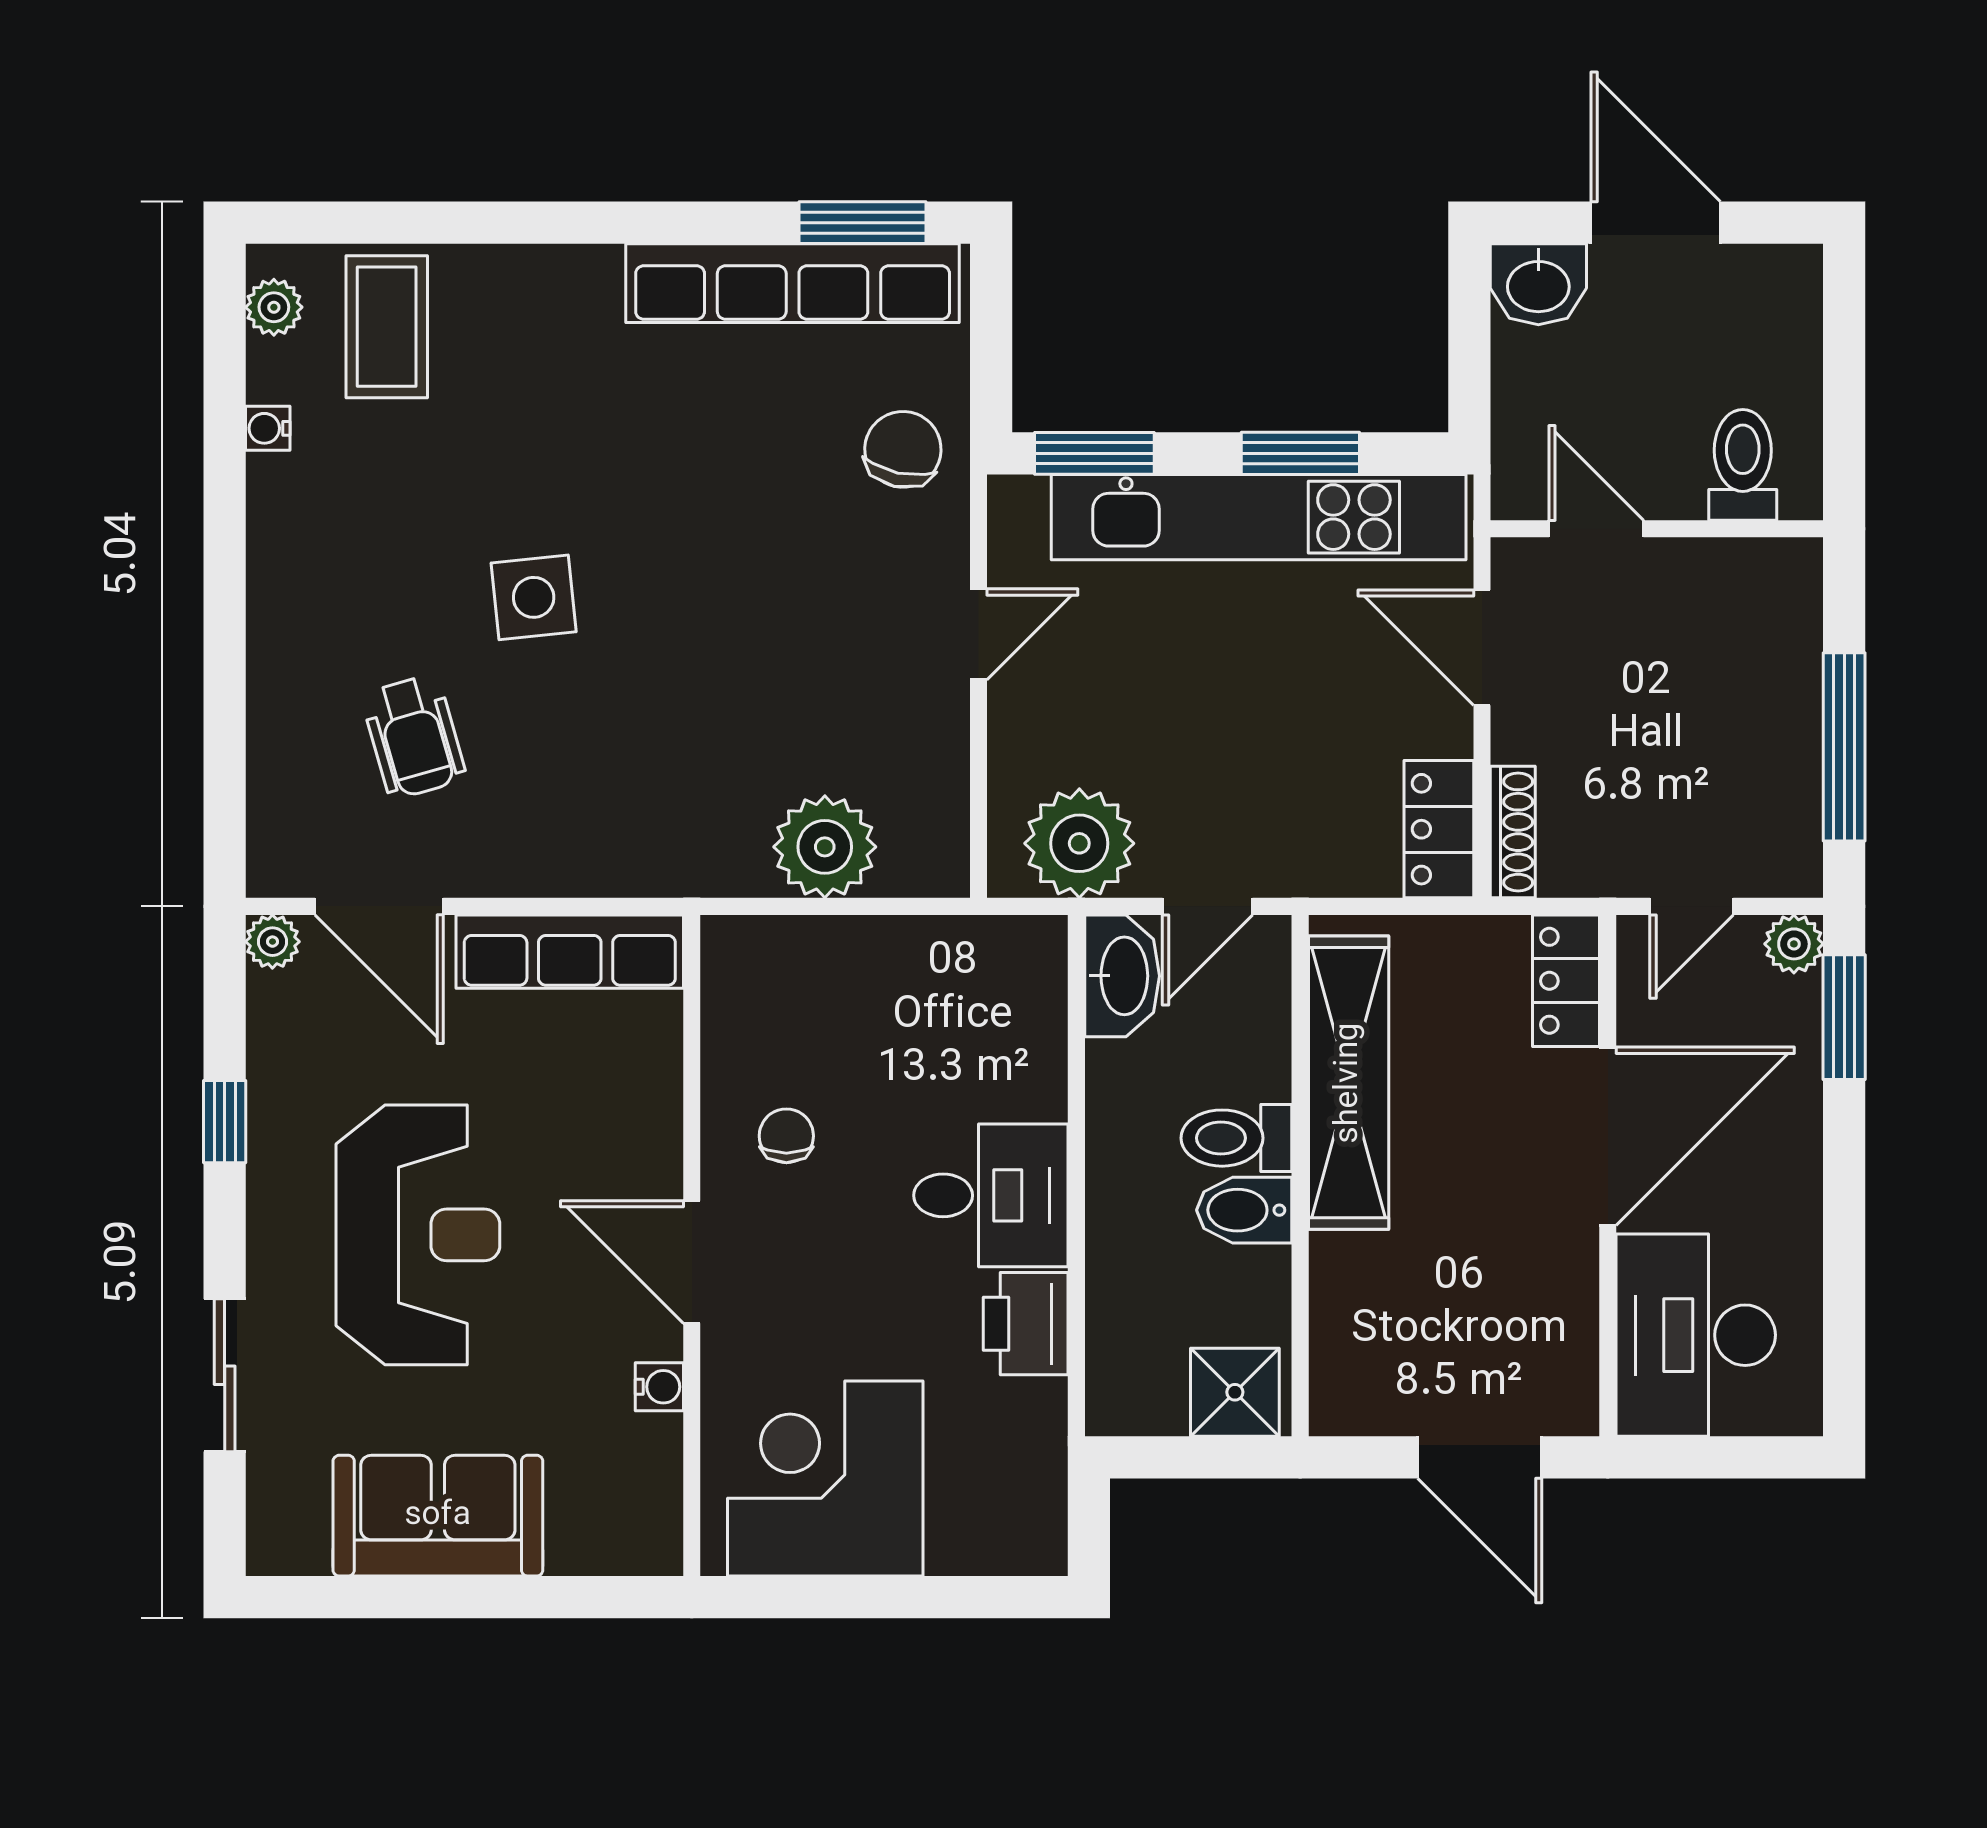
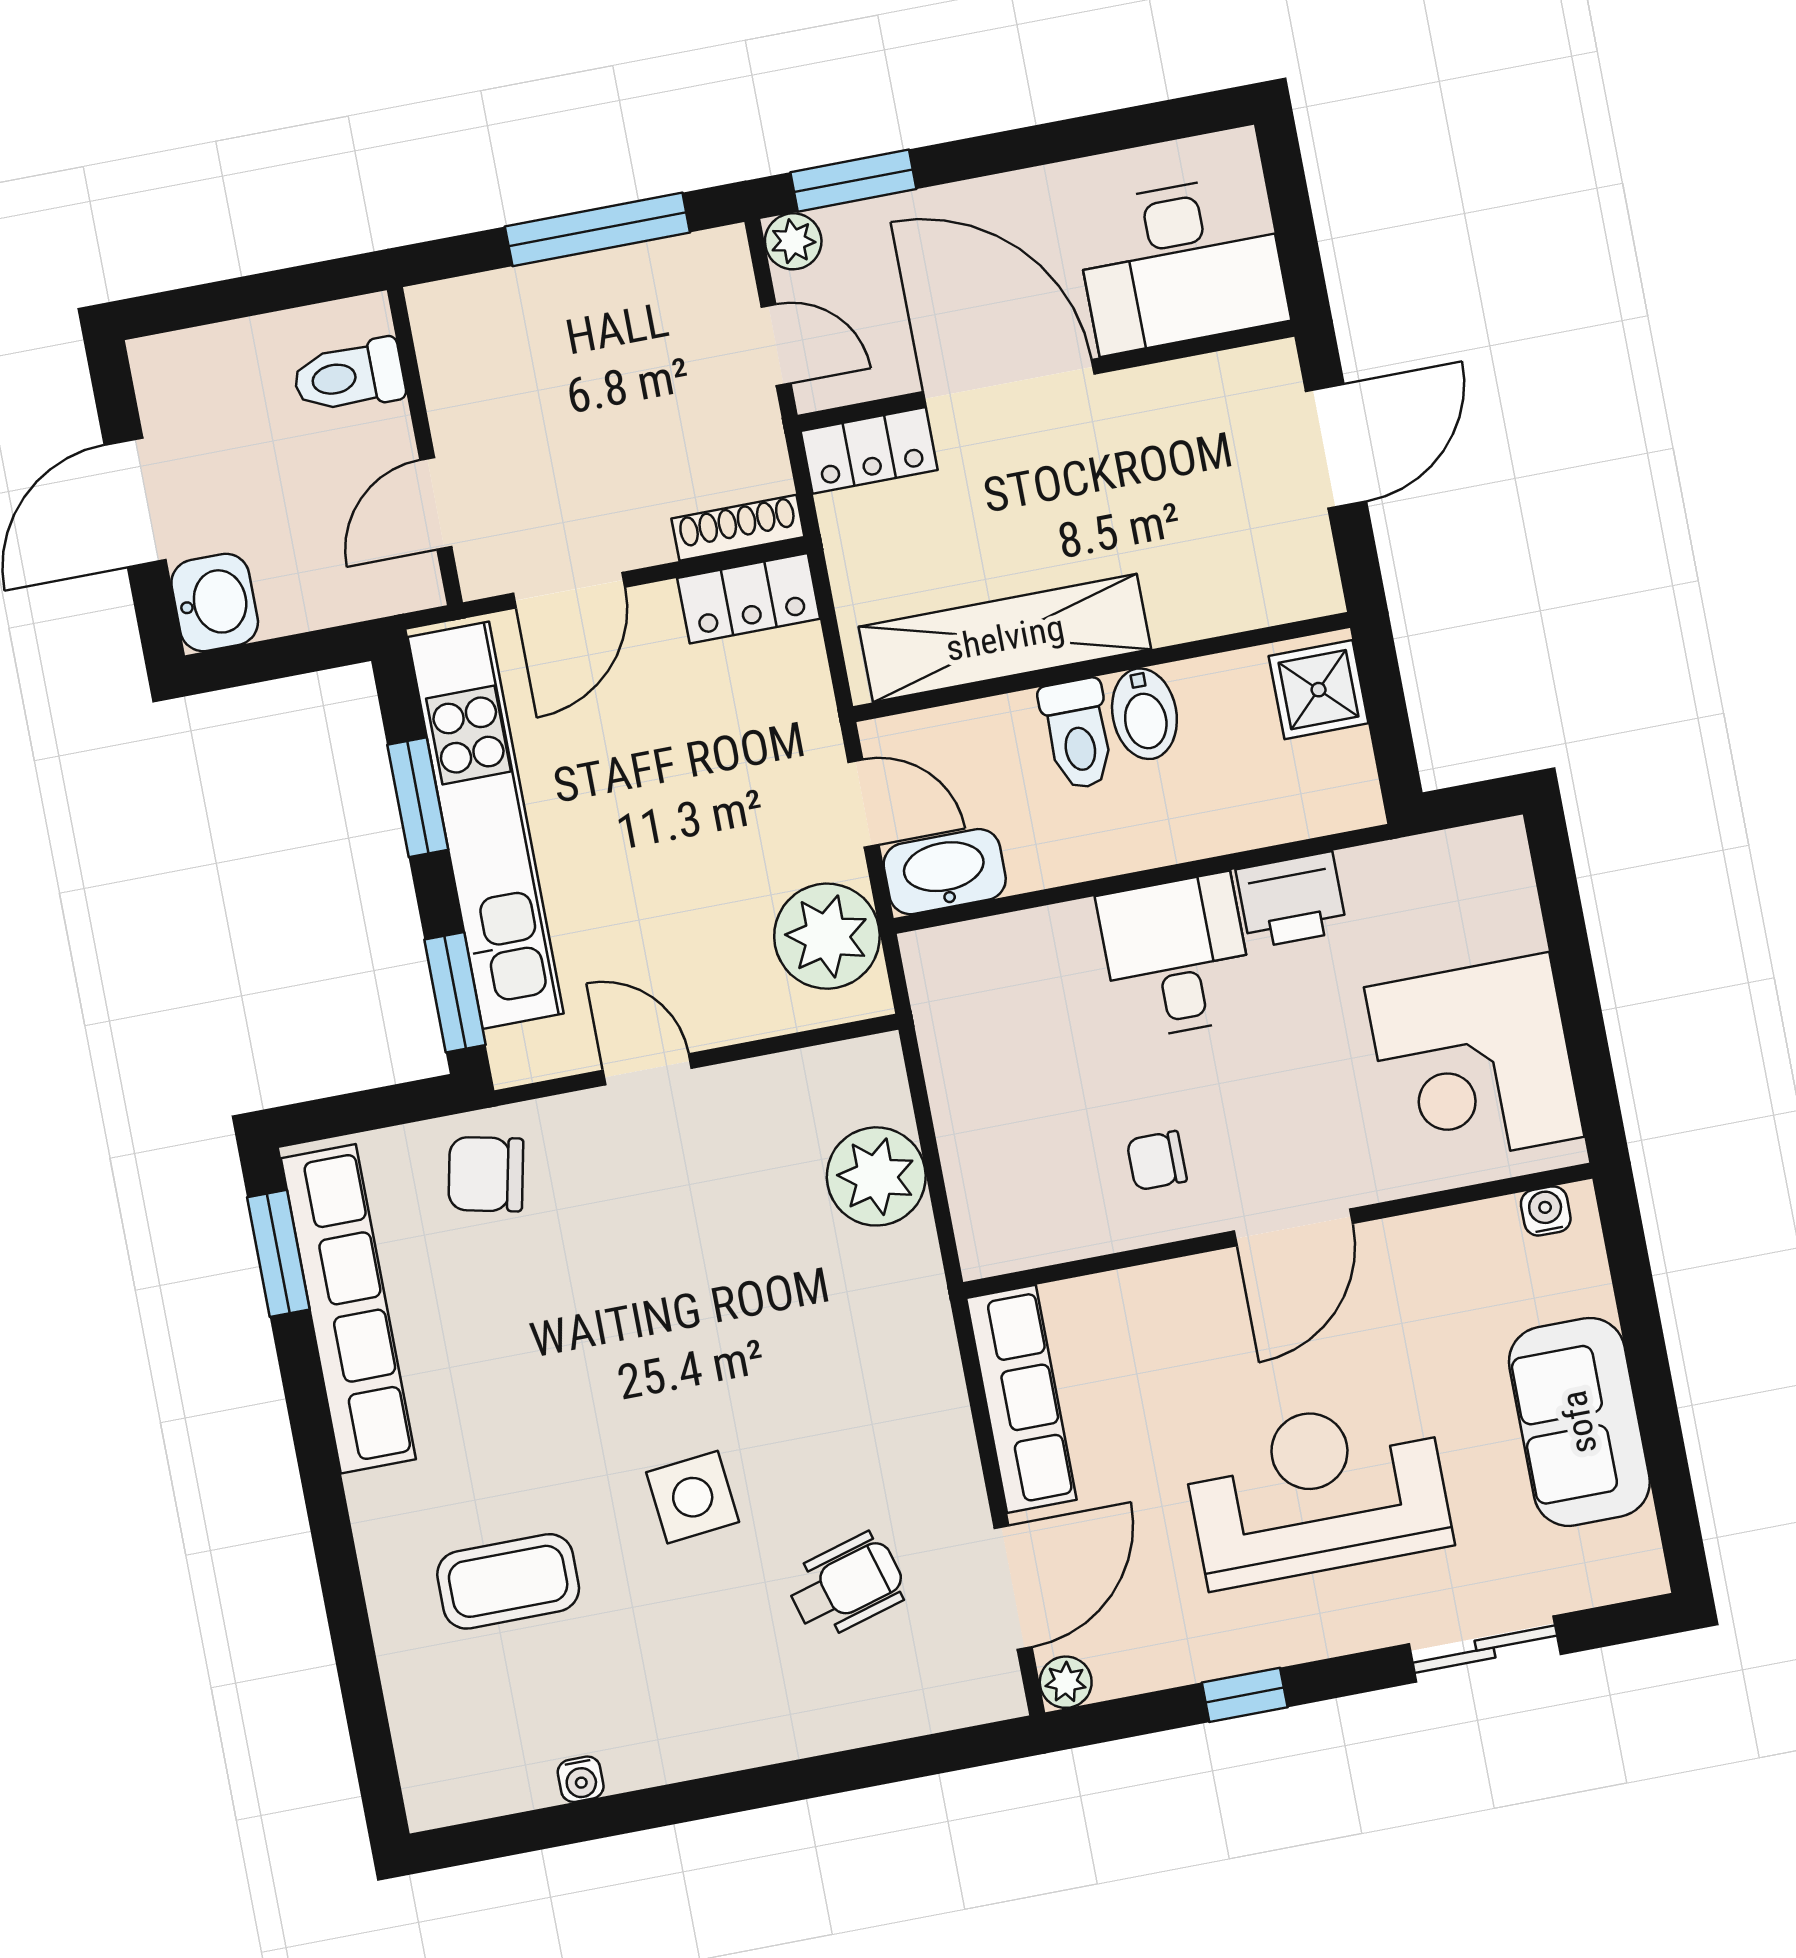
plant: (274, 307) -> (465, 1795), removed
coffee table: (387, 327) -> (508, 1581), moved
water cooler: (659, 1387) -> (1546, 1211), moved

